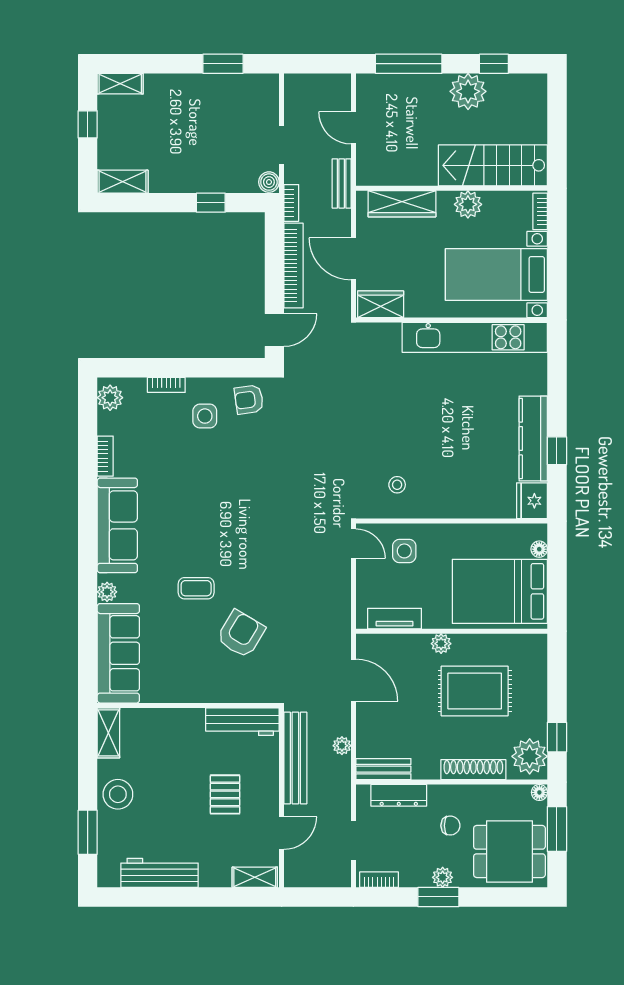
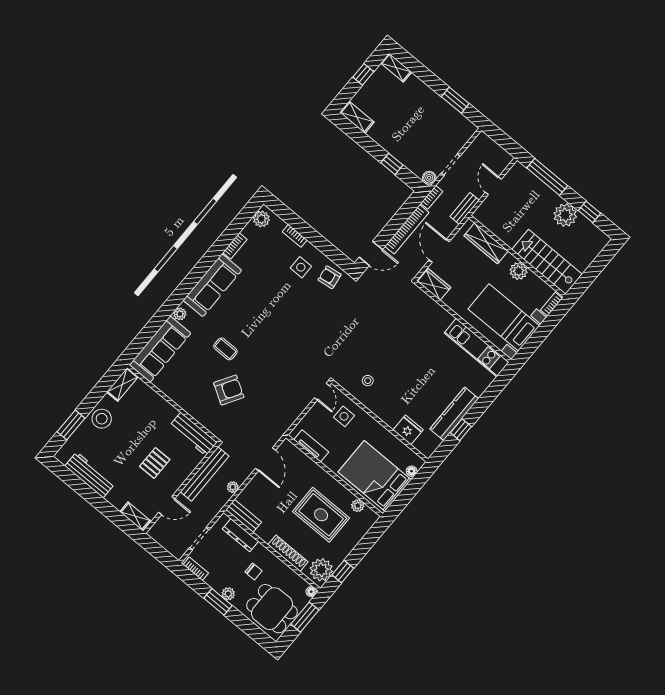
kitchen unit: (475, 337) -> (477, 348), width x0.73
fridge: (532, 501) -> (408, 430), moved, turned 90
plant: (441, 644) -> (358, 506), moved

